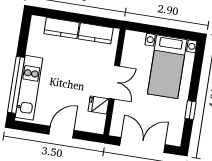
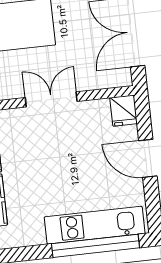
fridge: (98, 105) -> (123, 111), moved

